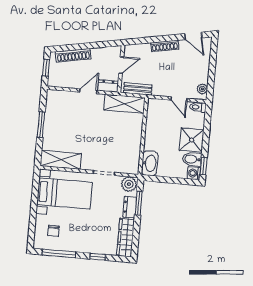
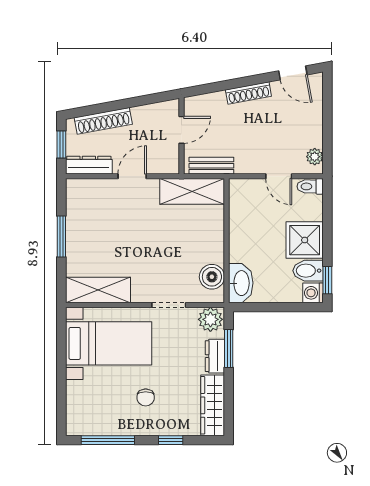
dresser: (108, 86) -> (89, 165), moved, width x1.44
boiler: (132, 158) -> (212, 277), added
chair: (53, 231) -> (146, 397), moved

